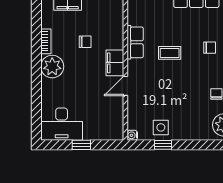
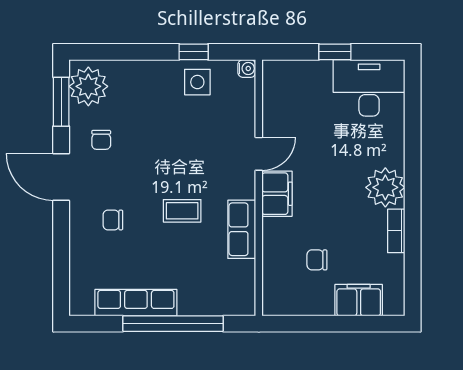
chair: (85, 42) -> (317, 260), moved

